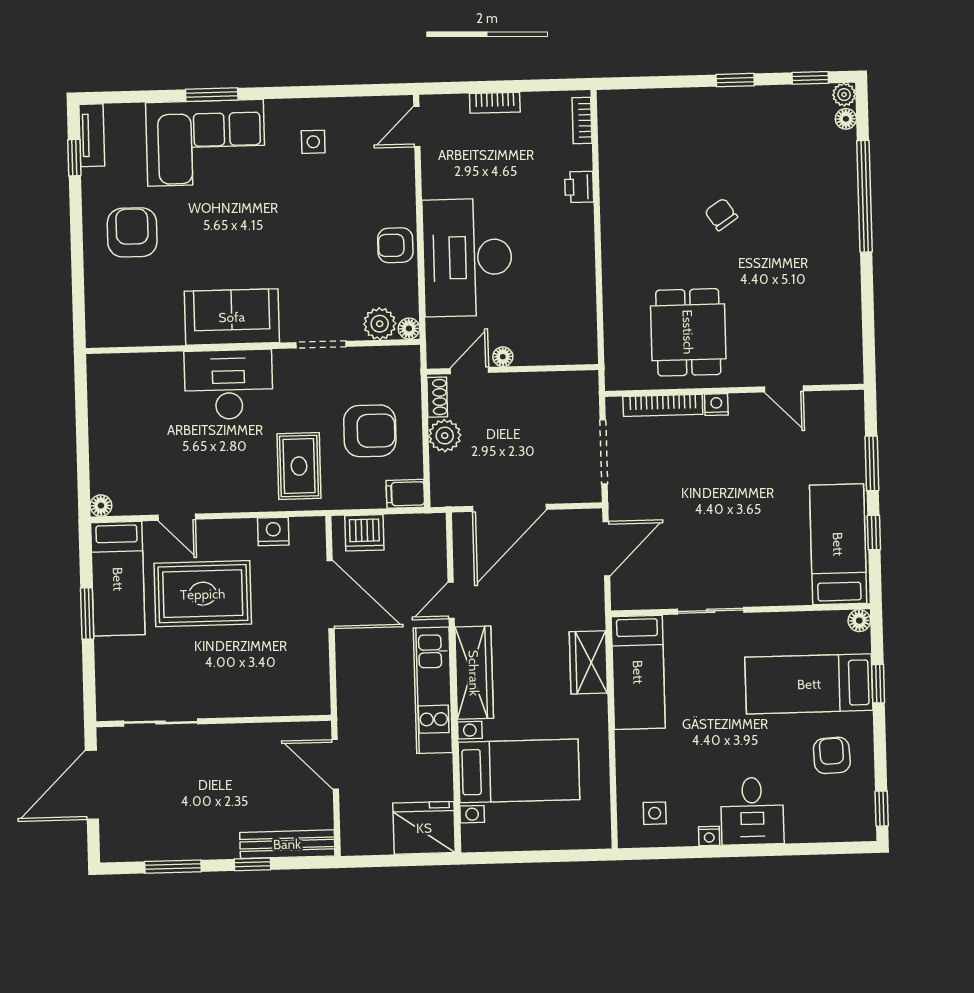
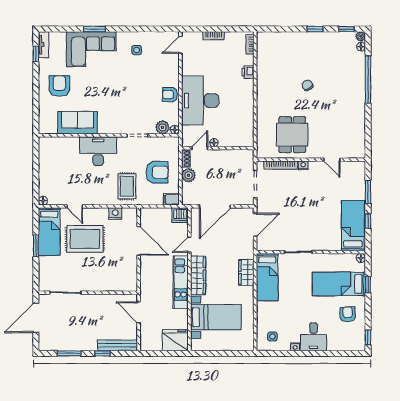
sofa: (232, 317) -> (78, 123), moved
dishwasher: (364, 533) -> (180, 215), moved

